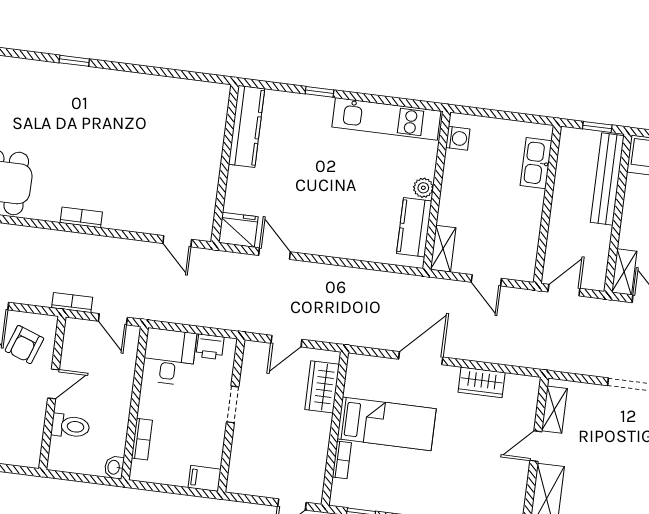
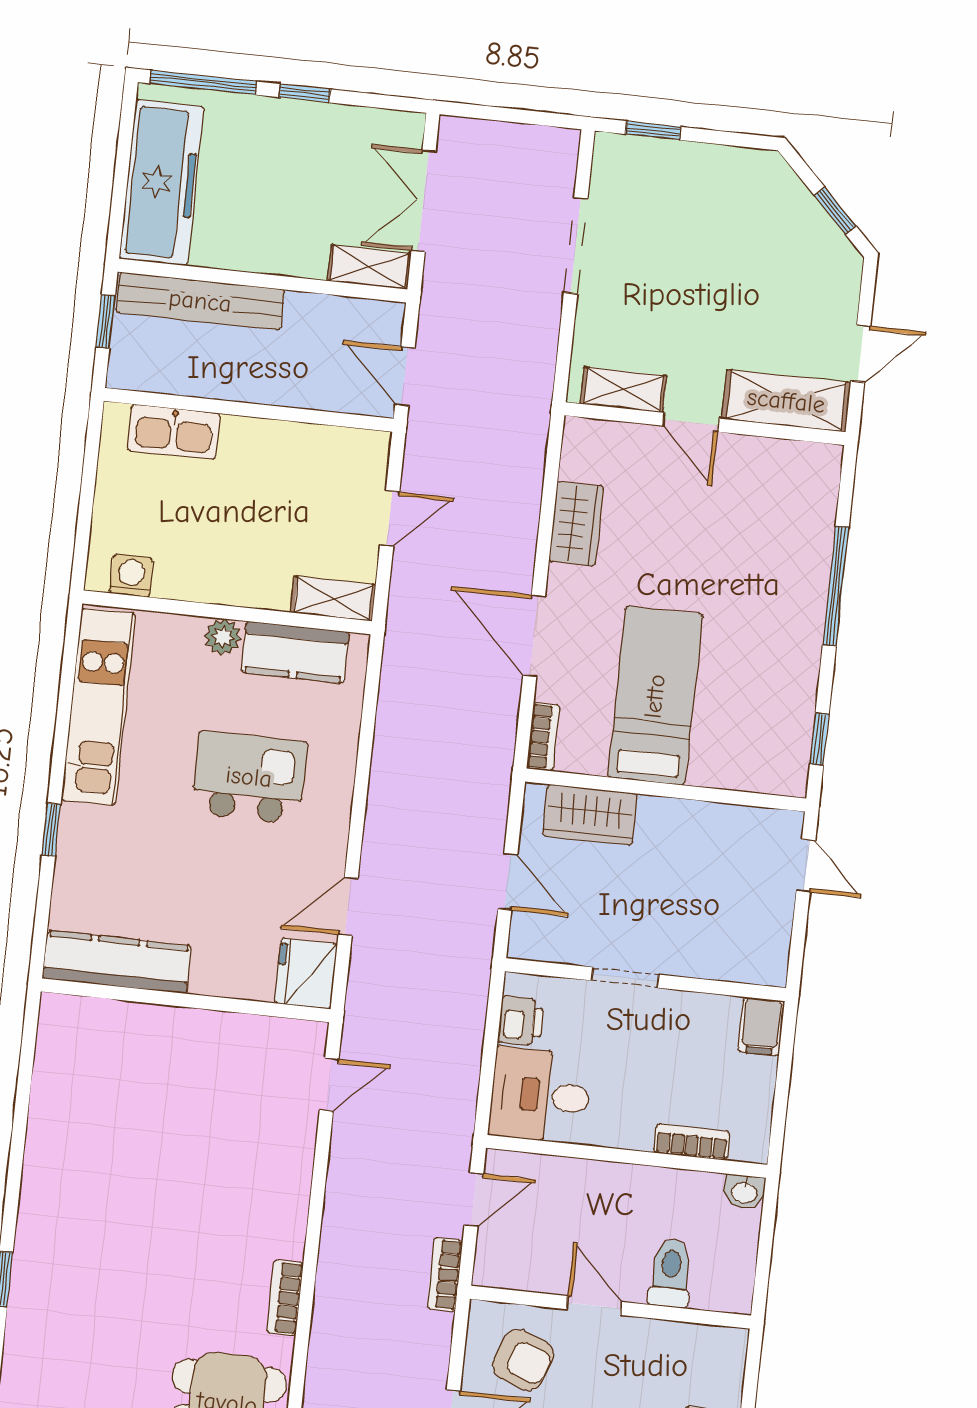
kitchen island: (346, 201) -> (249, 777), added
bookcase: (81, 217) -> (285, 1298), moved
bookcase: (342, 460) -> (543, 737), moved, turned 90

